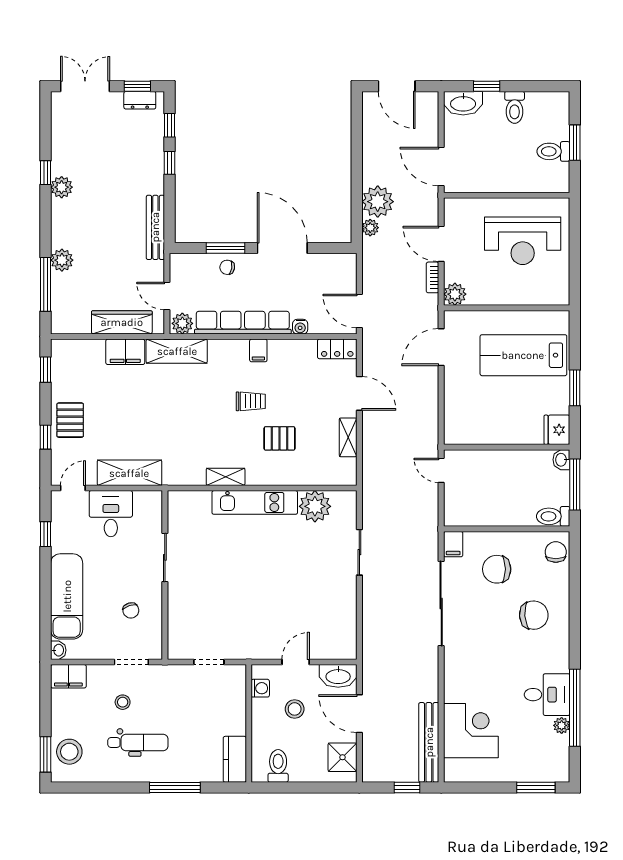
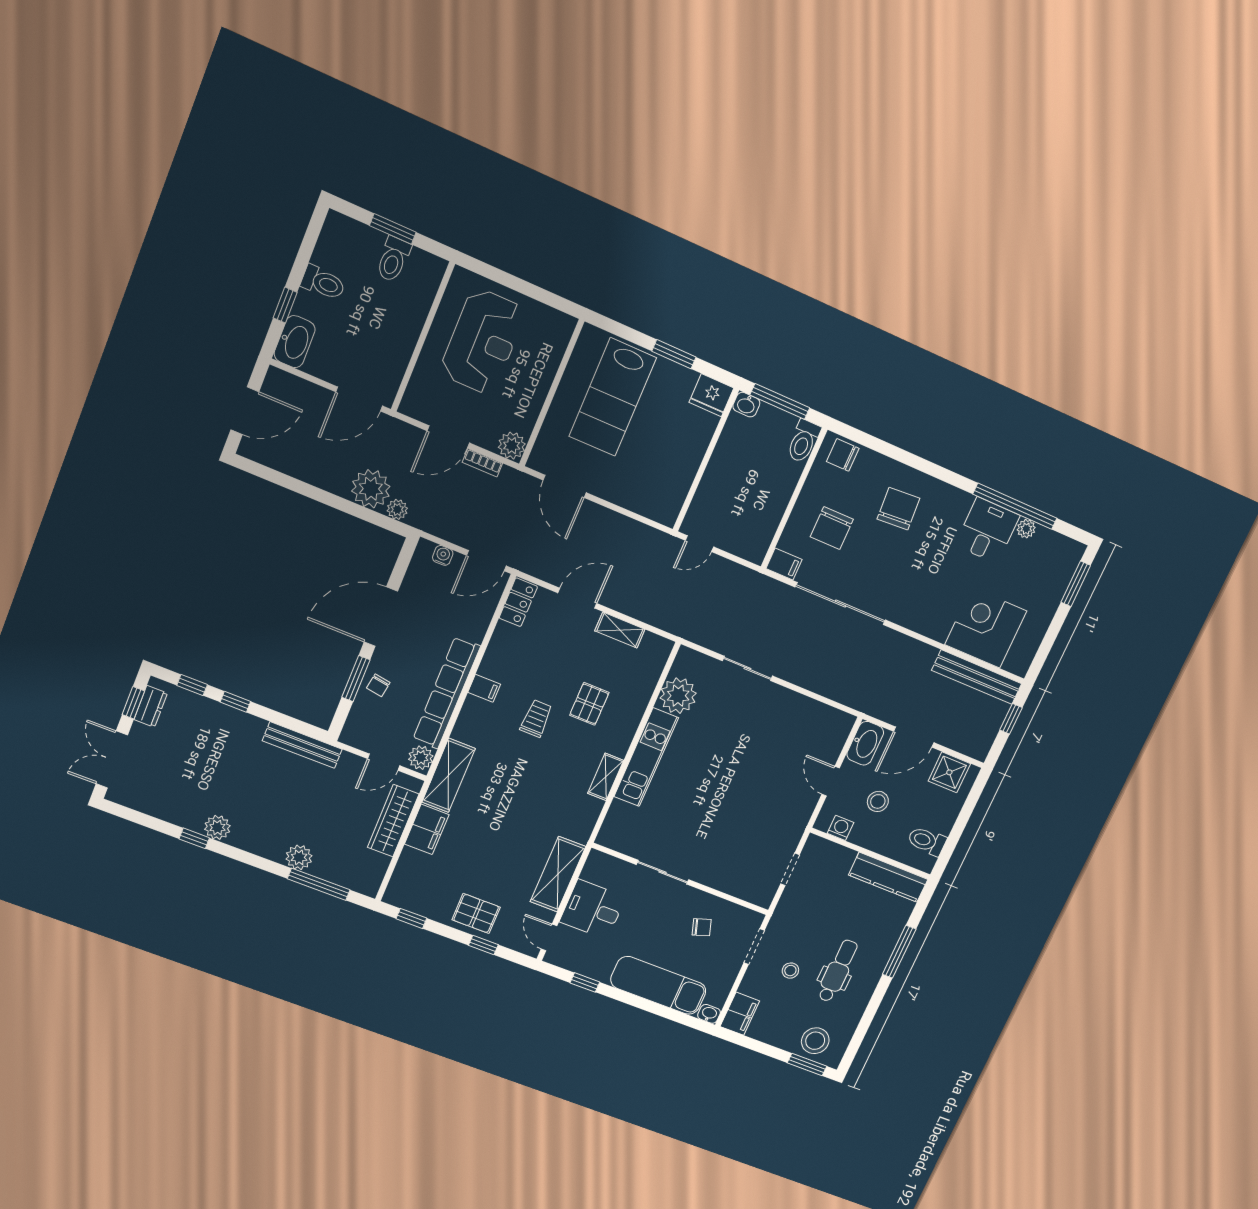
water cooler: (300, 327) -> (443, 555), moved, turned -90
kitchen counter: (235, 759) -> (888, 877), width x1.50

